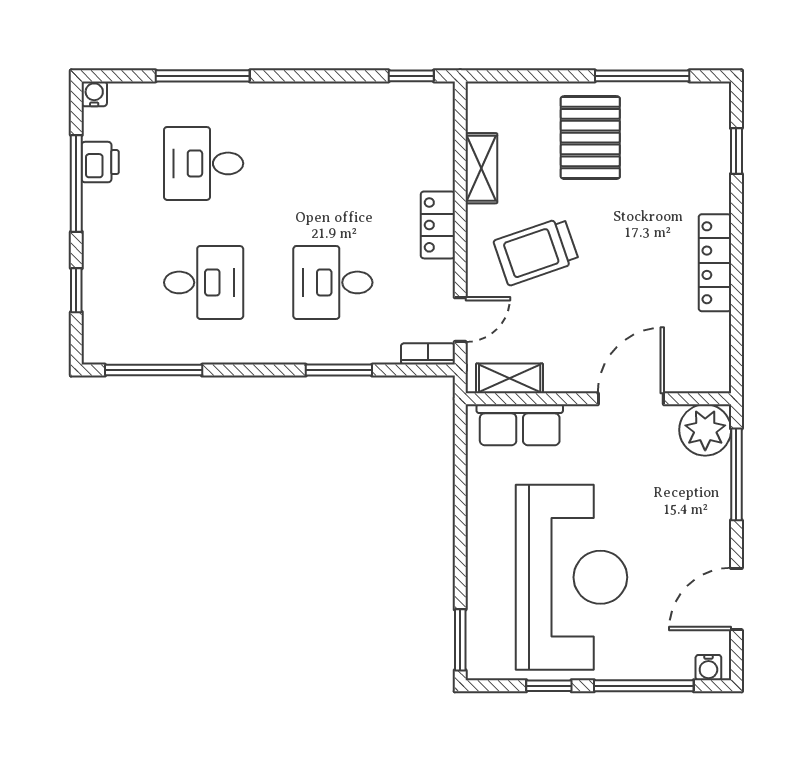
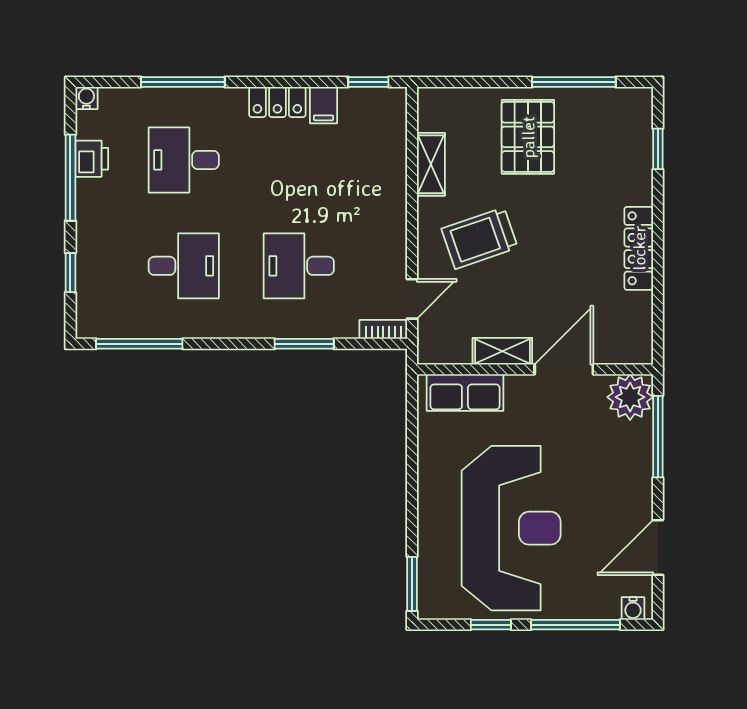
filing cabinet: (361, 102) -> (323, 105), added
locker: (438, 225) -> (277, 102), moved, turned -90
shelving: (510, 378) -> (502, 351), moved

